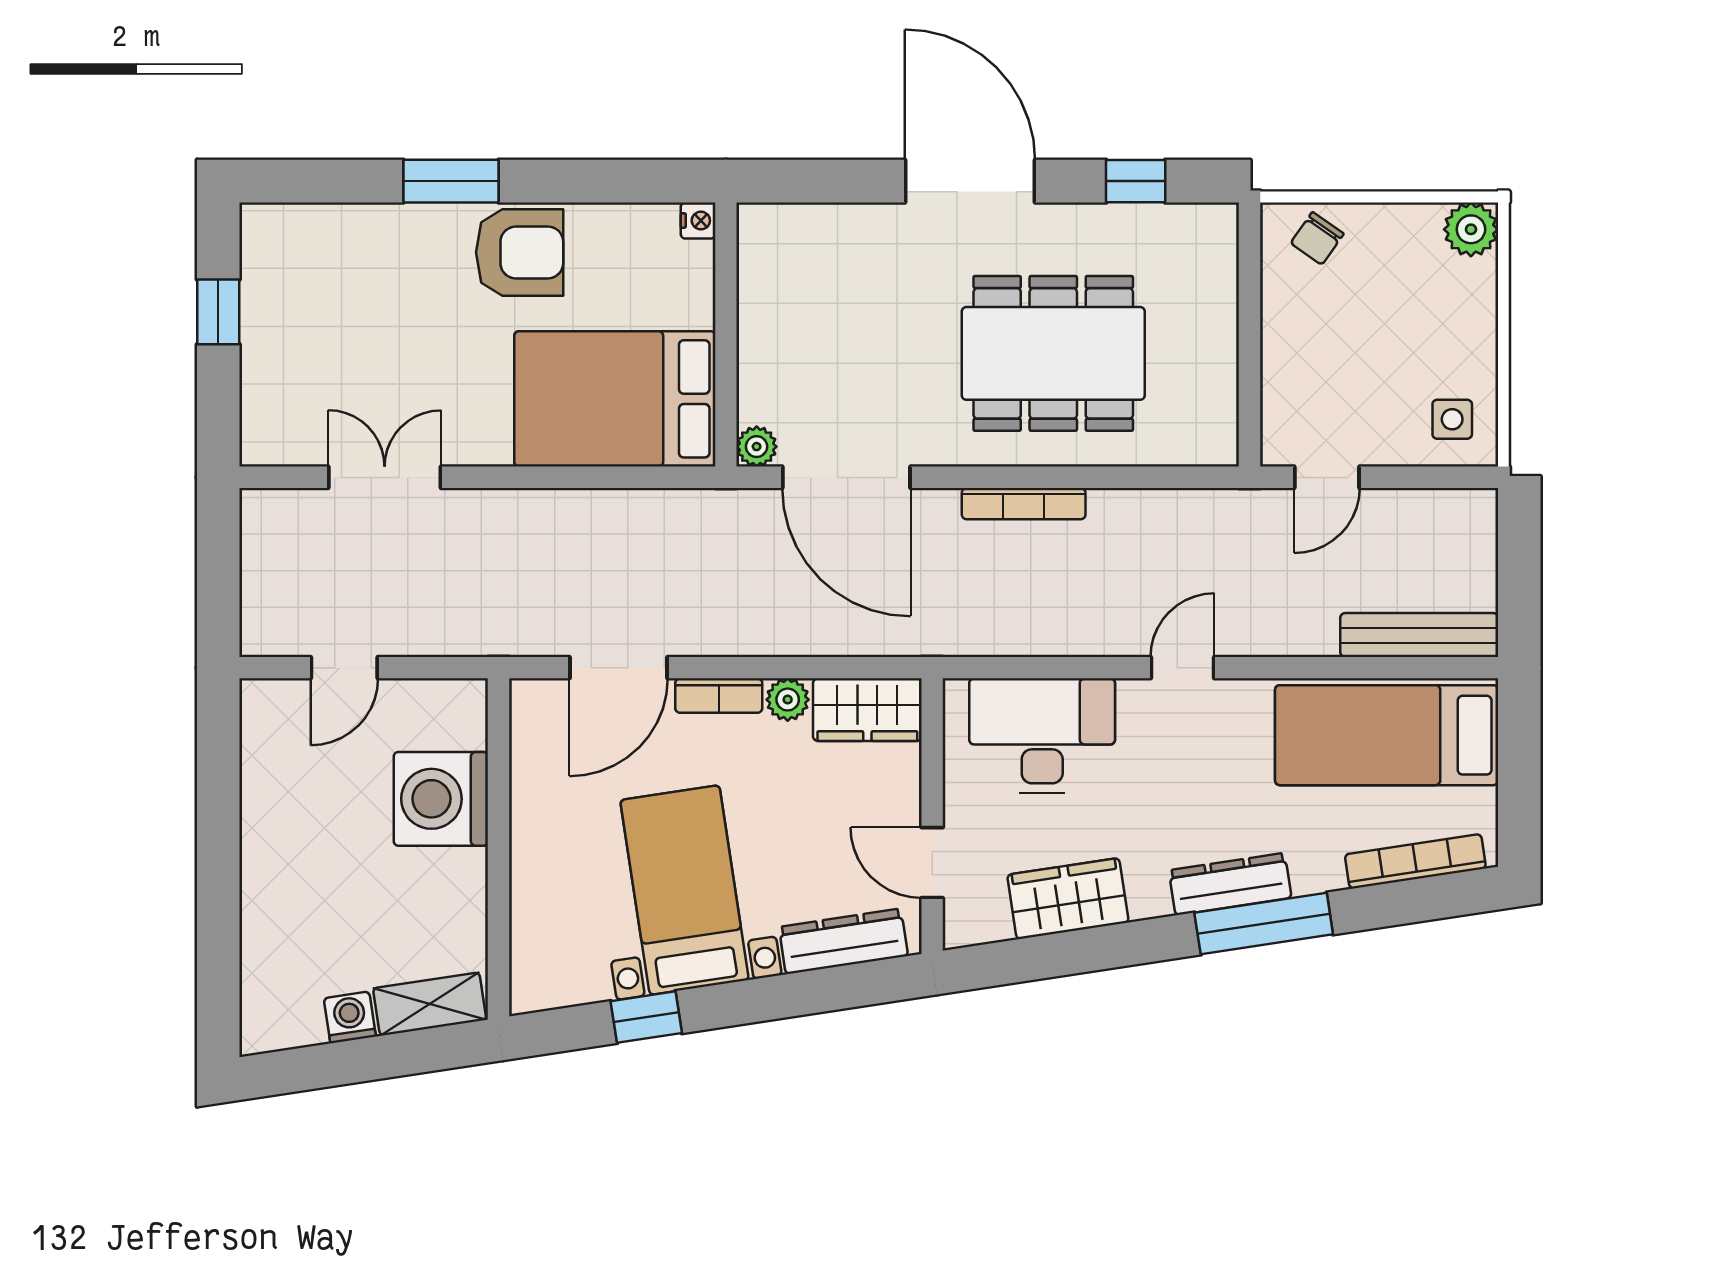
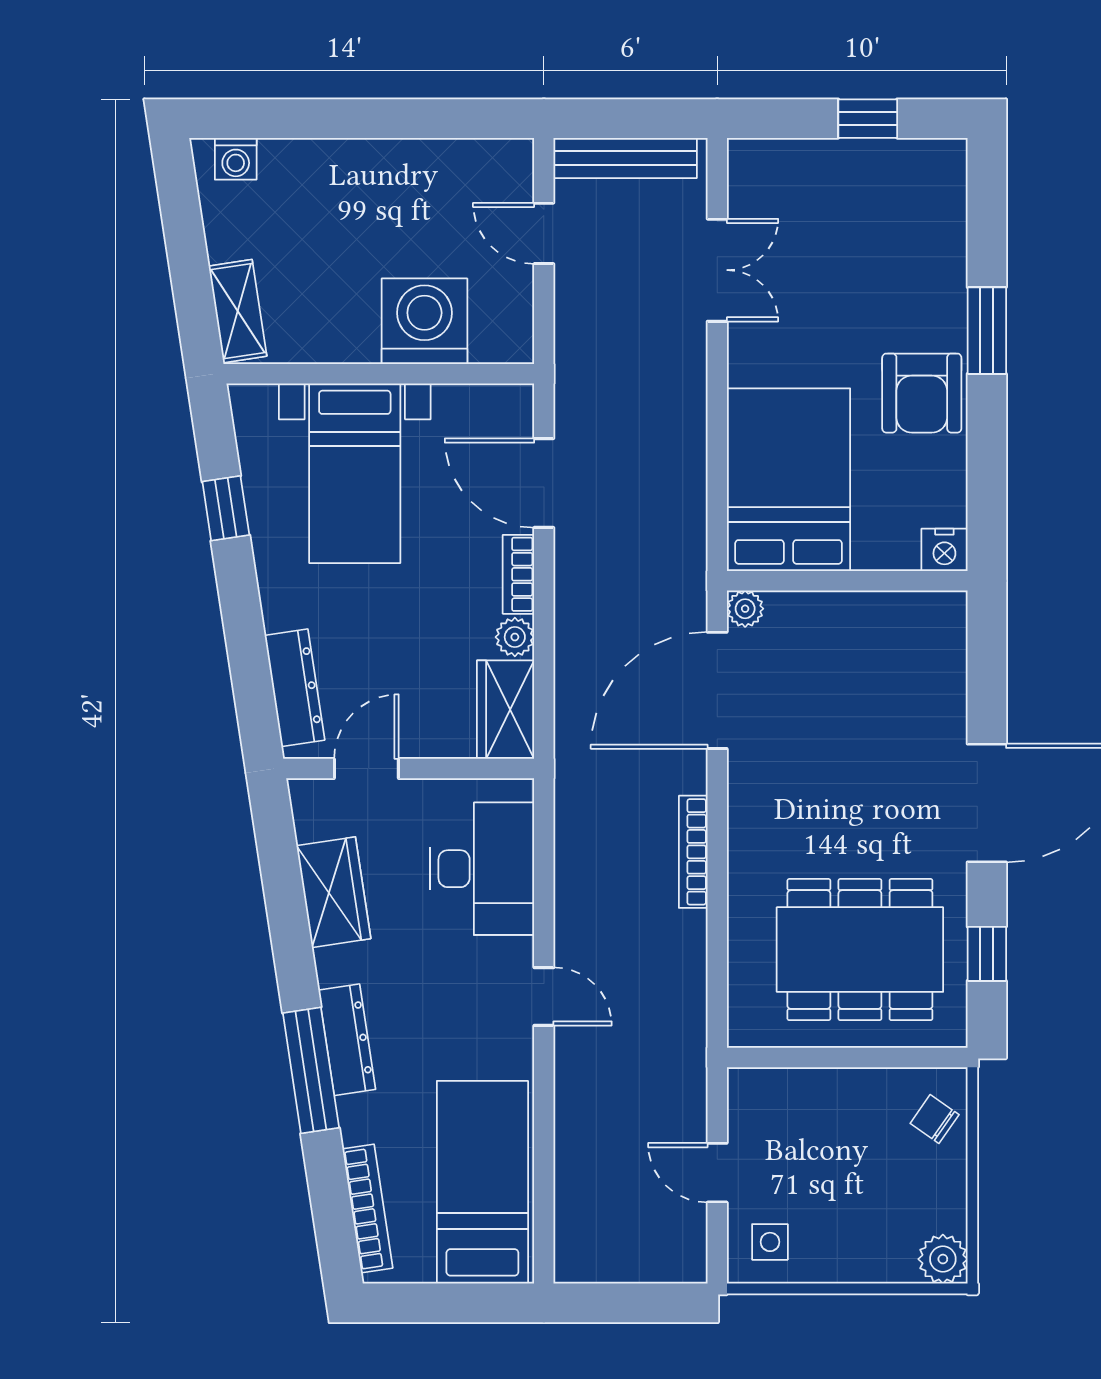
nightstand: (698, 221) -> (944, 550), width x1.39, depth x1.35
dining table: (1053, 353) -> (860, 950), moved, turned 90
door: (1327, 477) -> (717, 1173), moved
bench: (1419, 635) -> (625, 158), moved, turned 90
bed with nightstands: (685, 890) -> (355, 473), moved, turned 99
washing machine: (350, 1017) -> (236, 159), moved, turned 99

